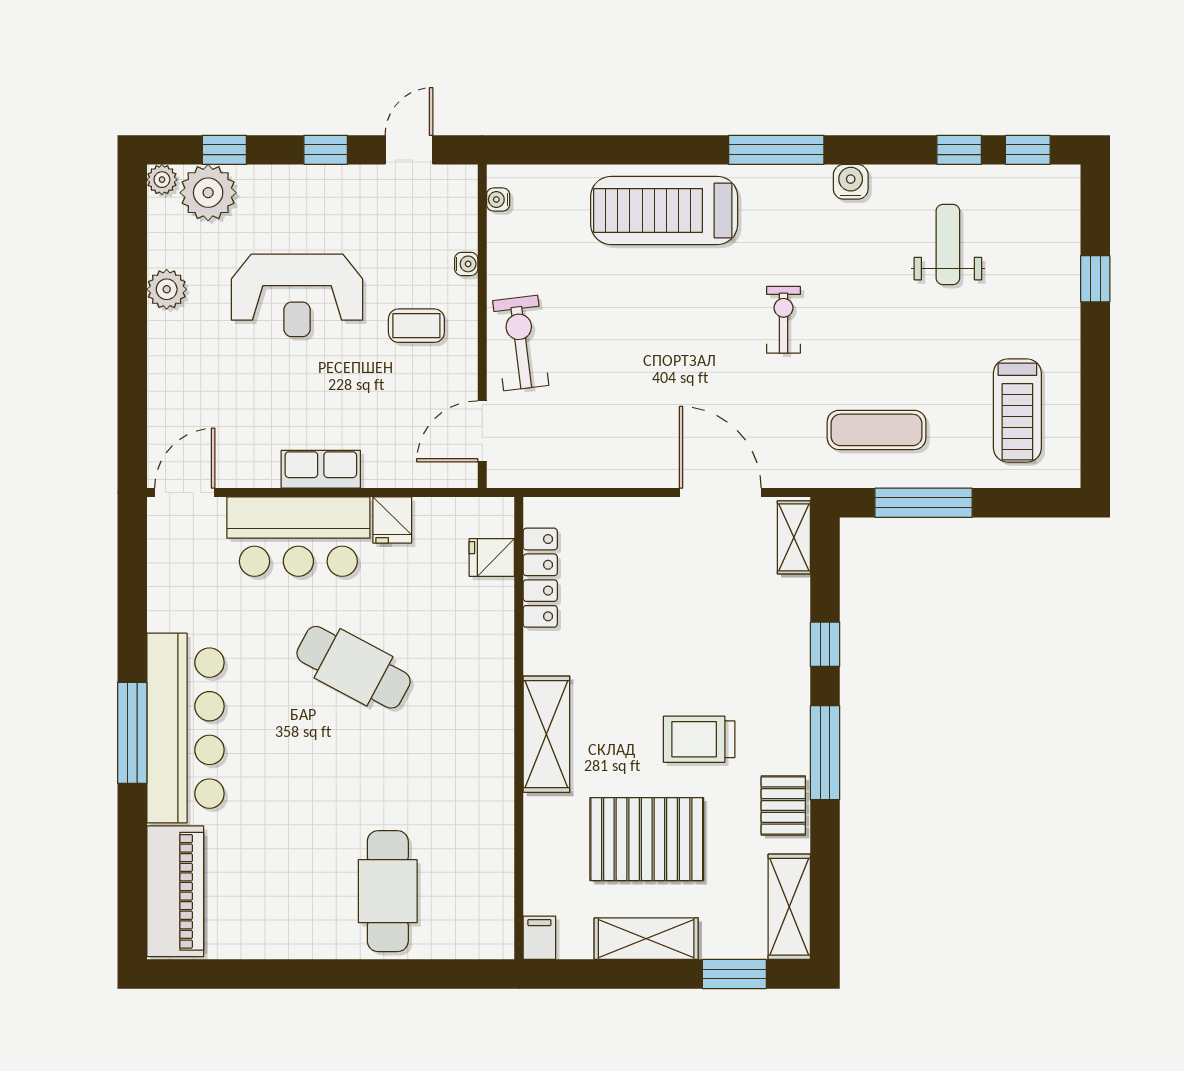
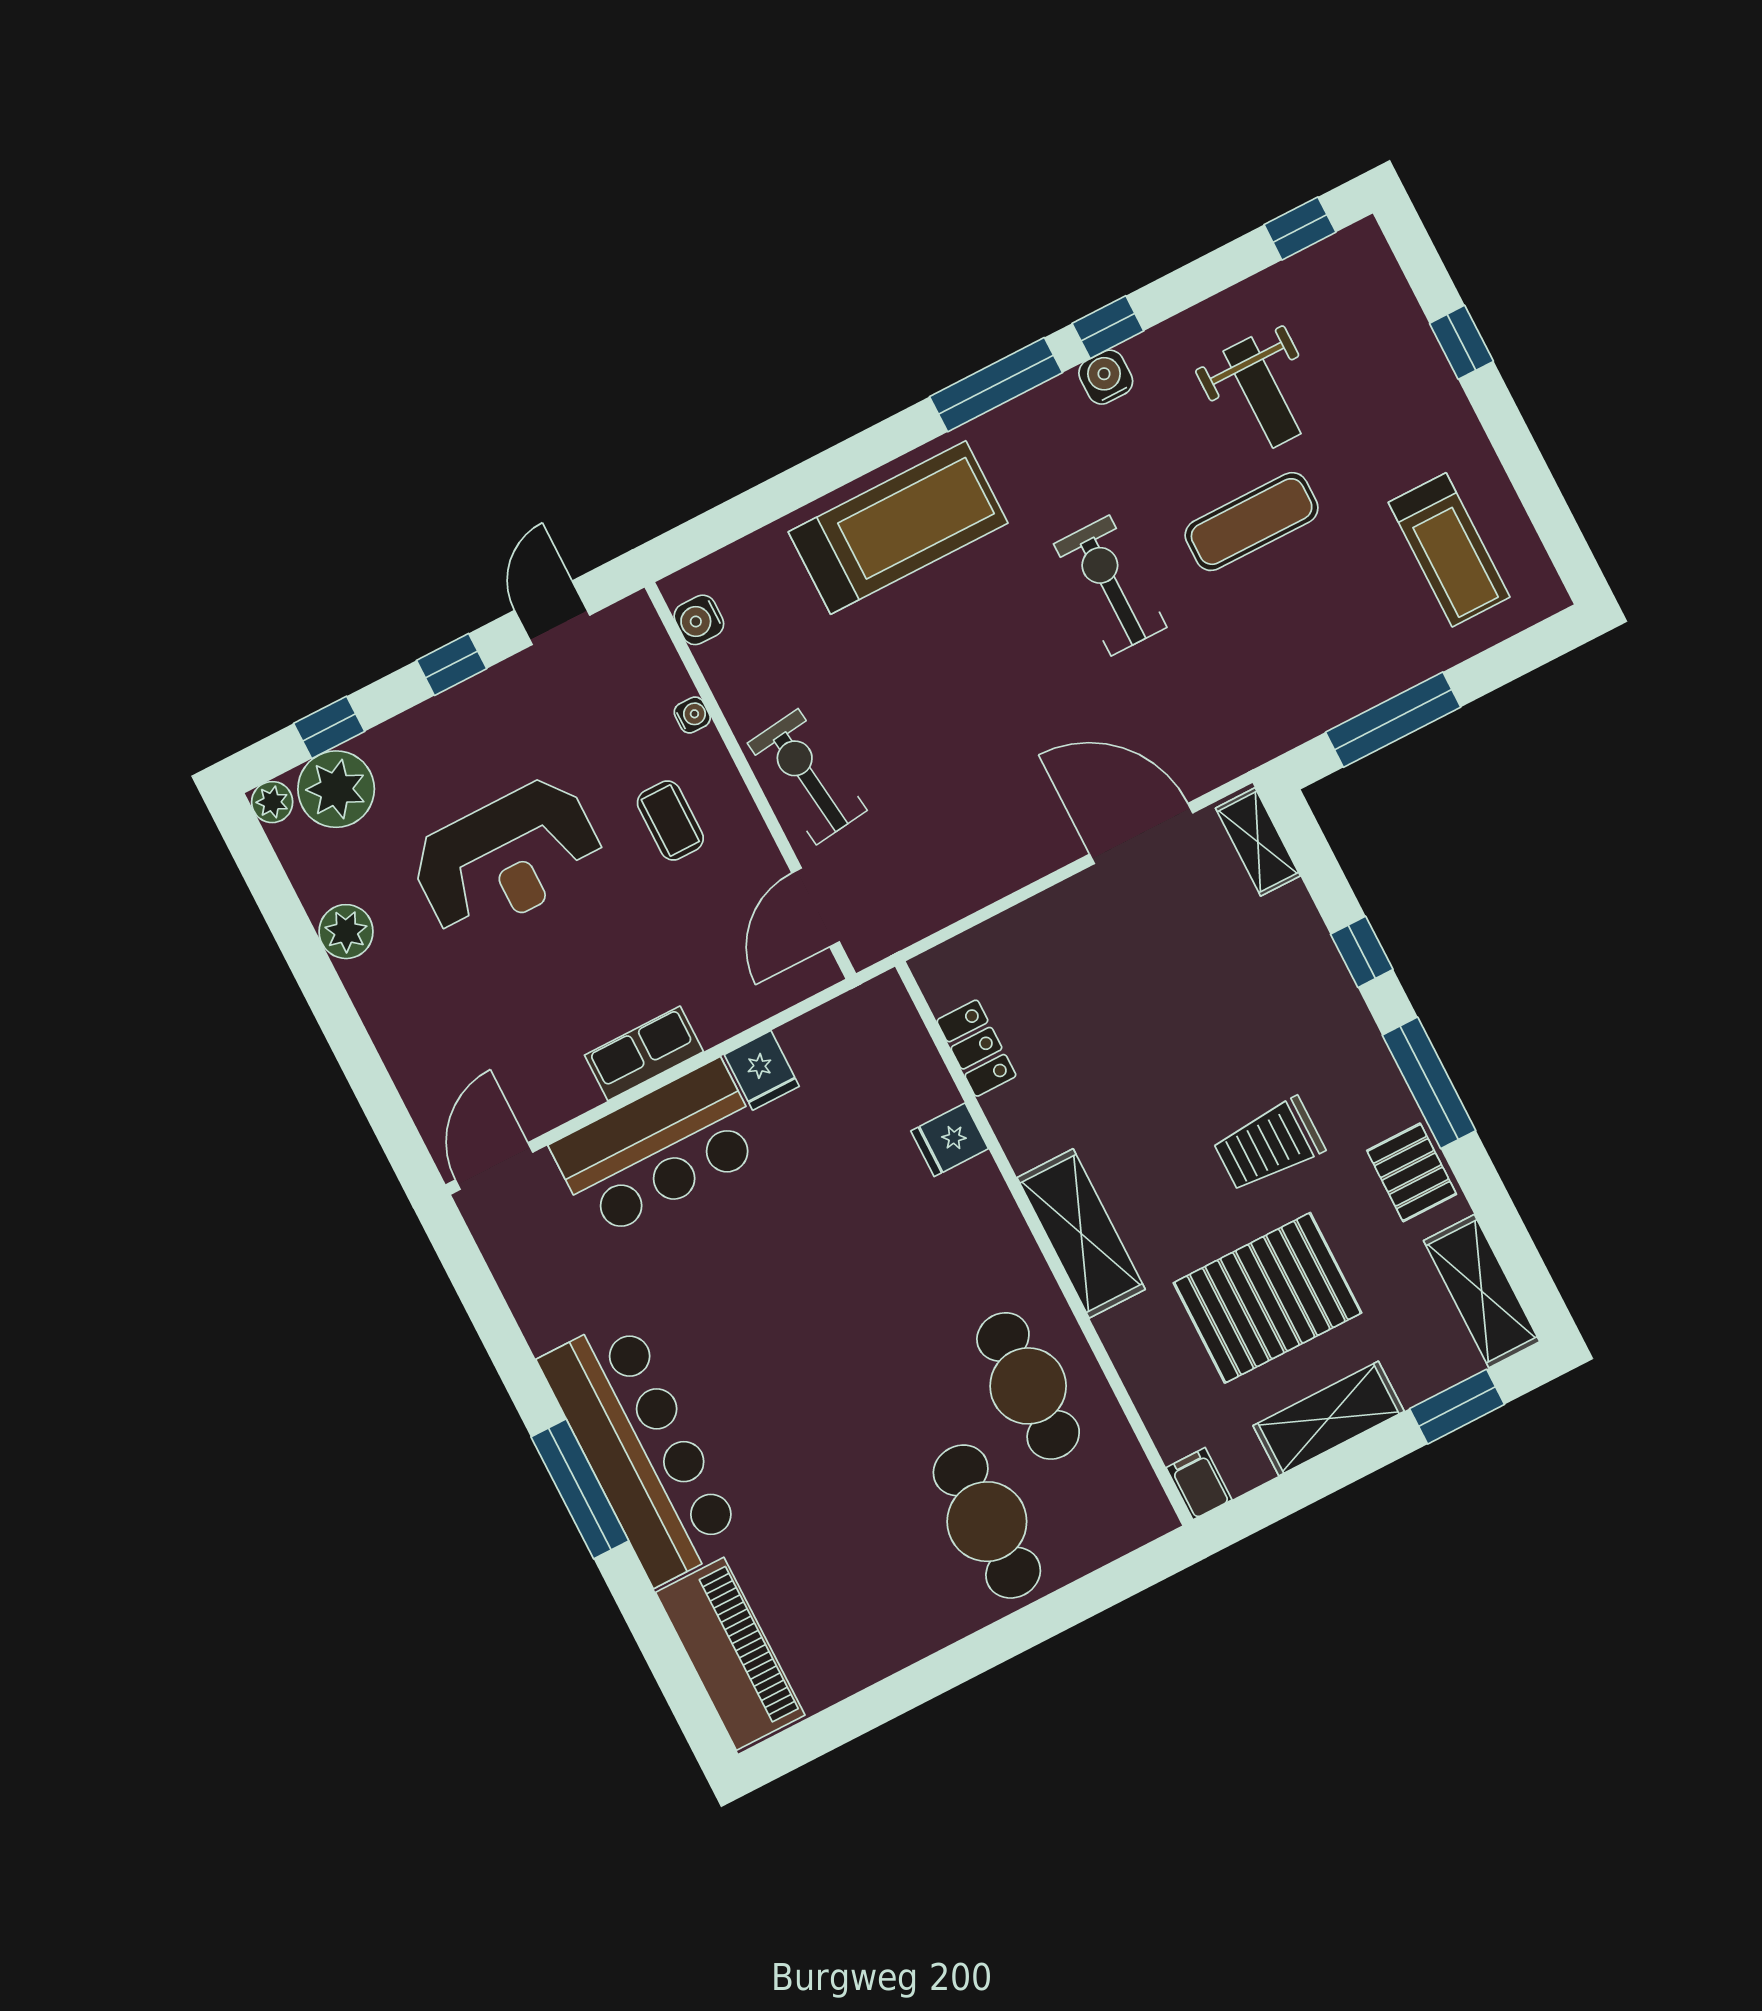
window: (959, 150) -> (1108, 327), moved
water cooler: (498, 199) -> (699, 620), width x1.38, depth x1.38
treadmill: (664, 210) -> (898, 527), turned 180
weight bench: (948, 245) -> (1262, 392), turned 180
exercise bike: (783, 320) -> (1110, 586), width x1.38, depth x1.39
coffee table: (416, 326) -> (670, 821), turned 90
exercise mat: (877, 430) -> (1252, 522), moved
fridge: (492, 558) -> (950, 1140), moved
locker: (540, 578) -> (976, 1048), width x0.66
cafe table: (354, 667) -> (1028, 1386), moved, turned 62

